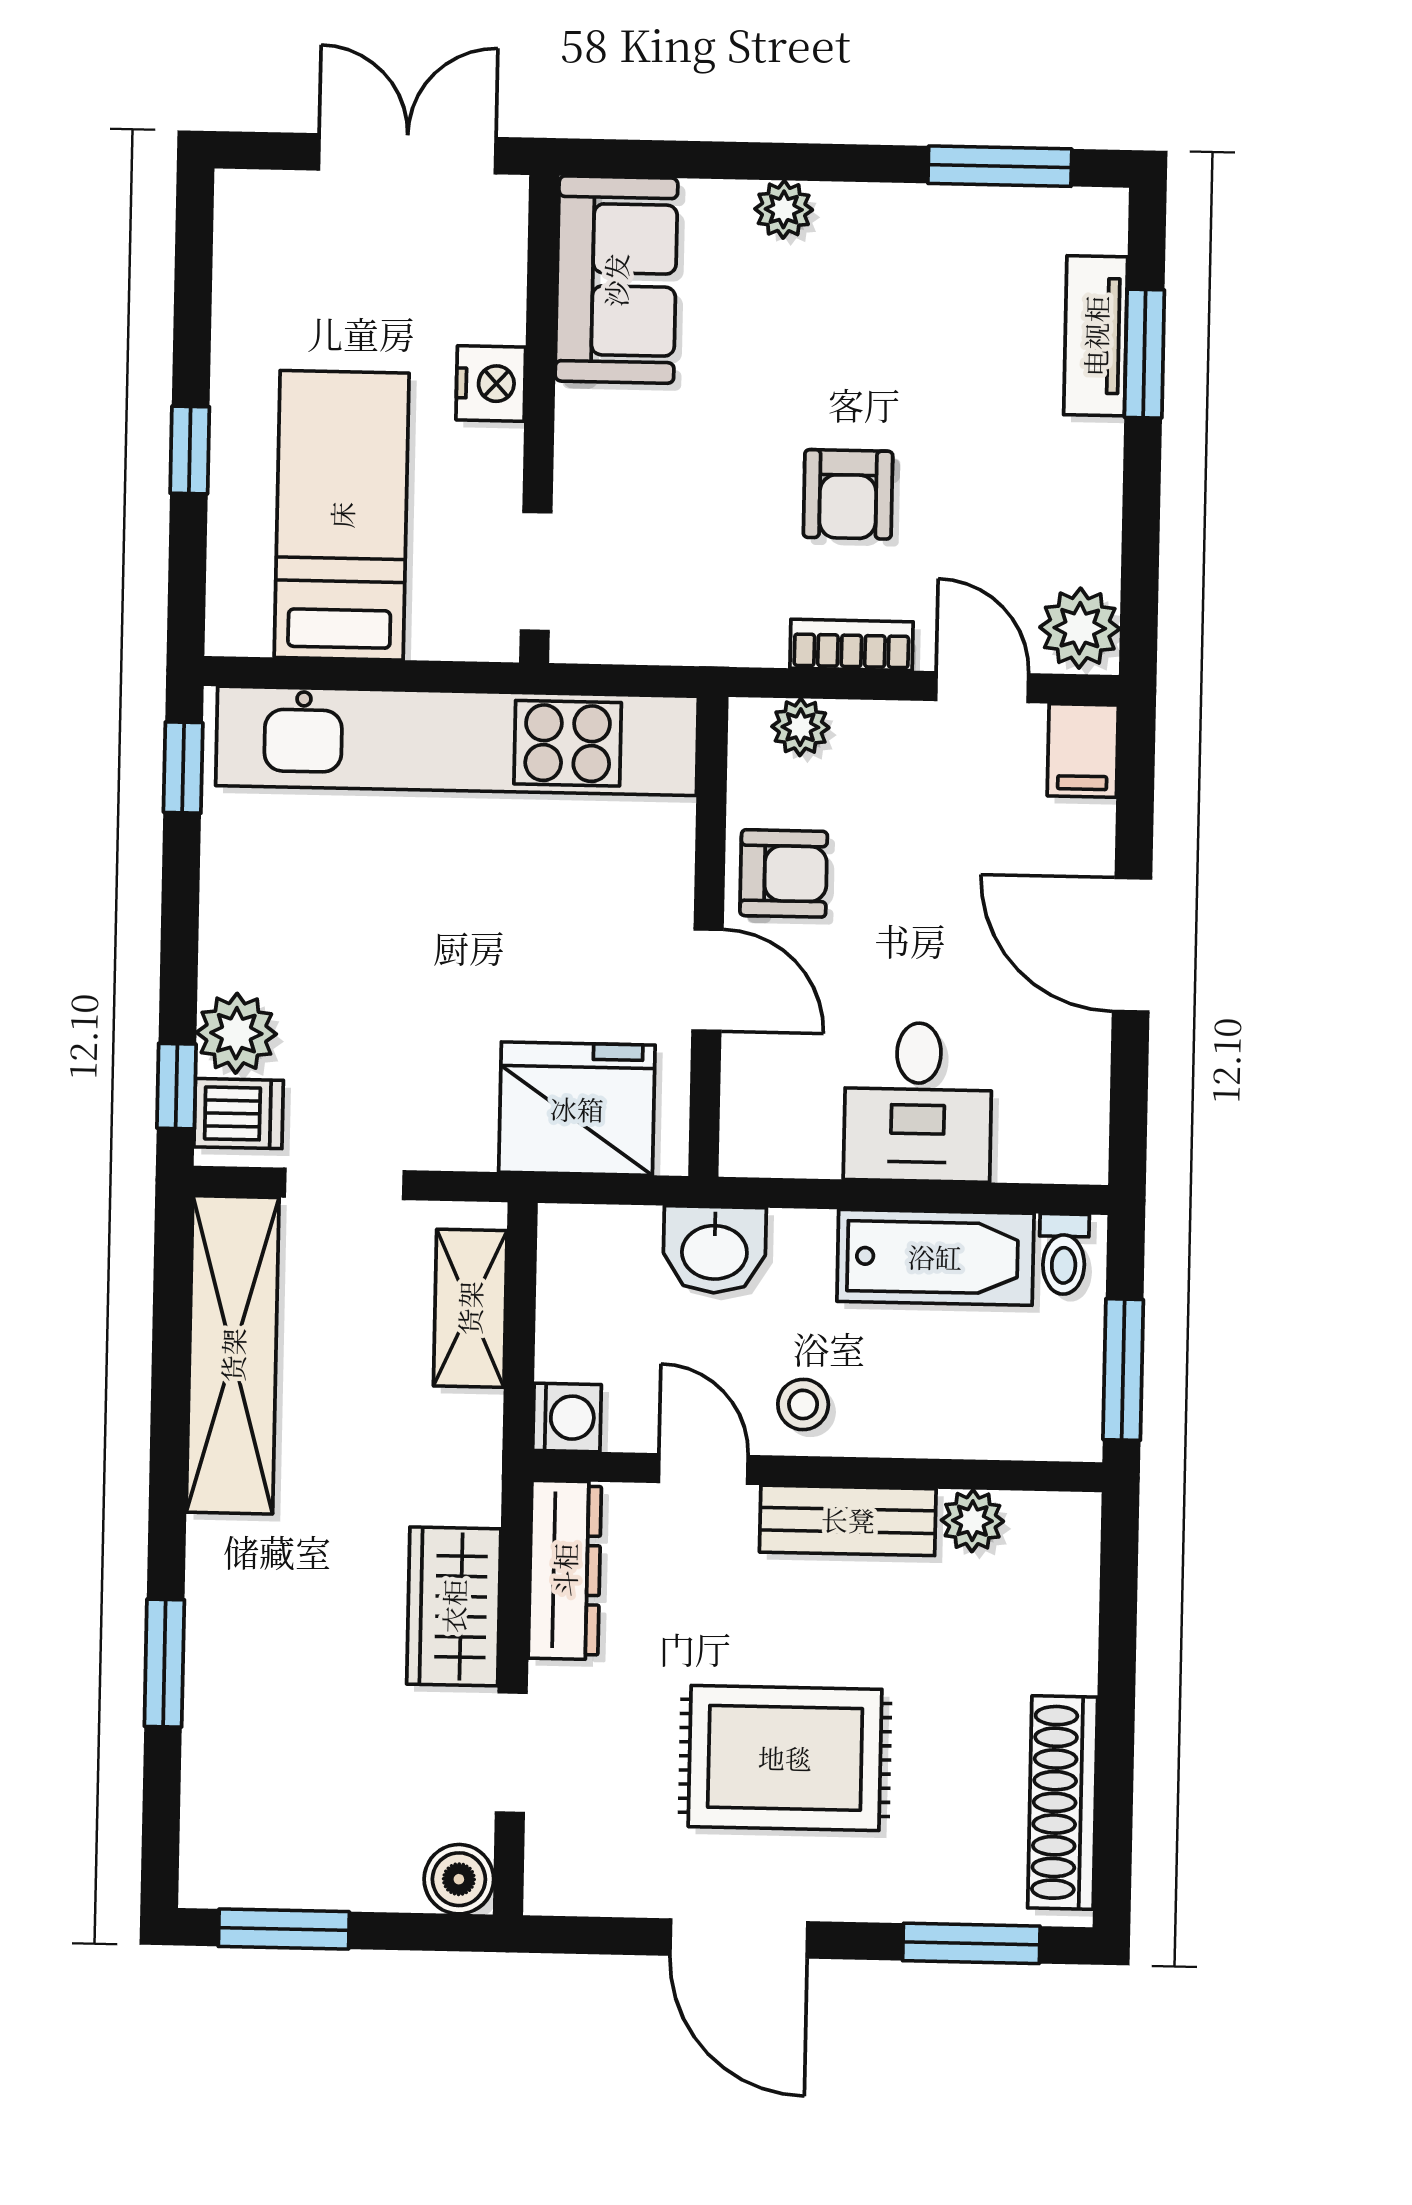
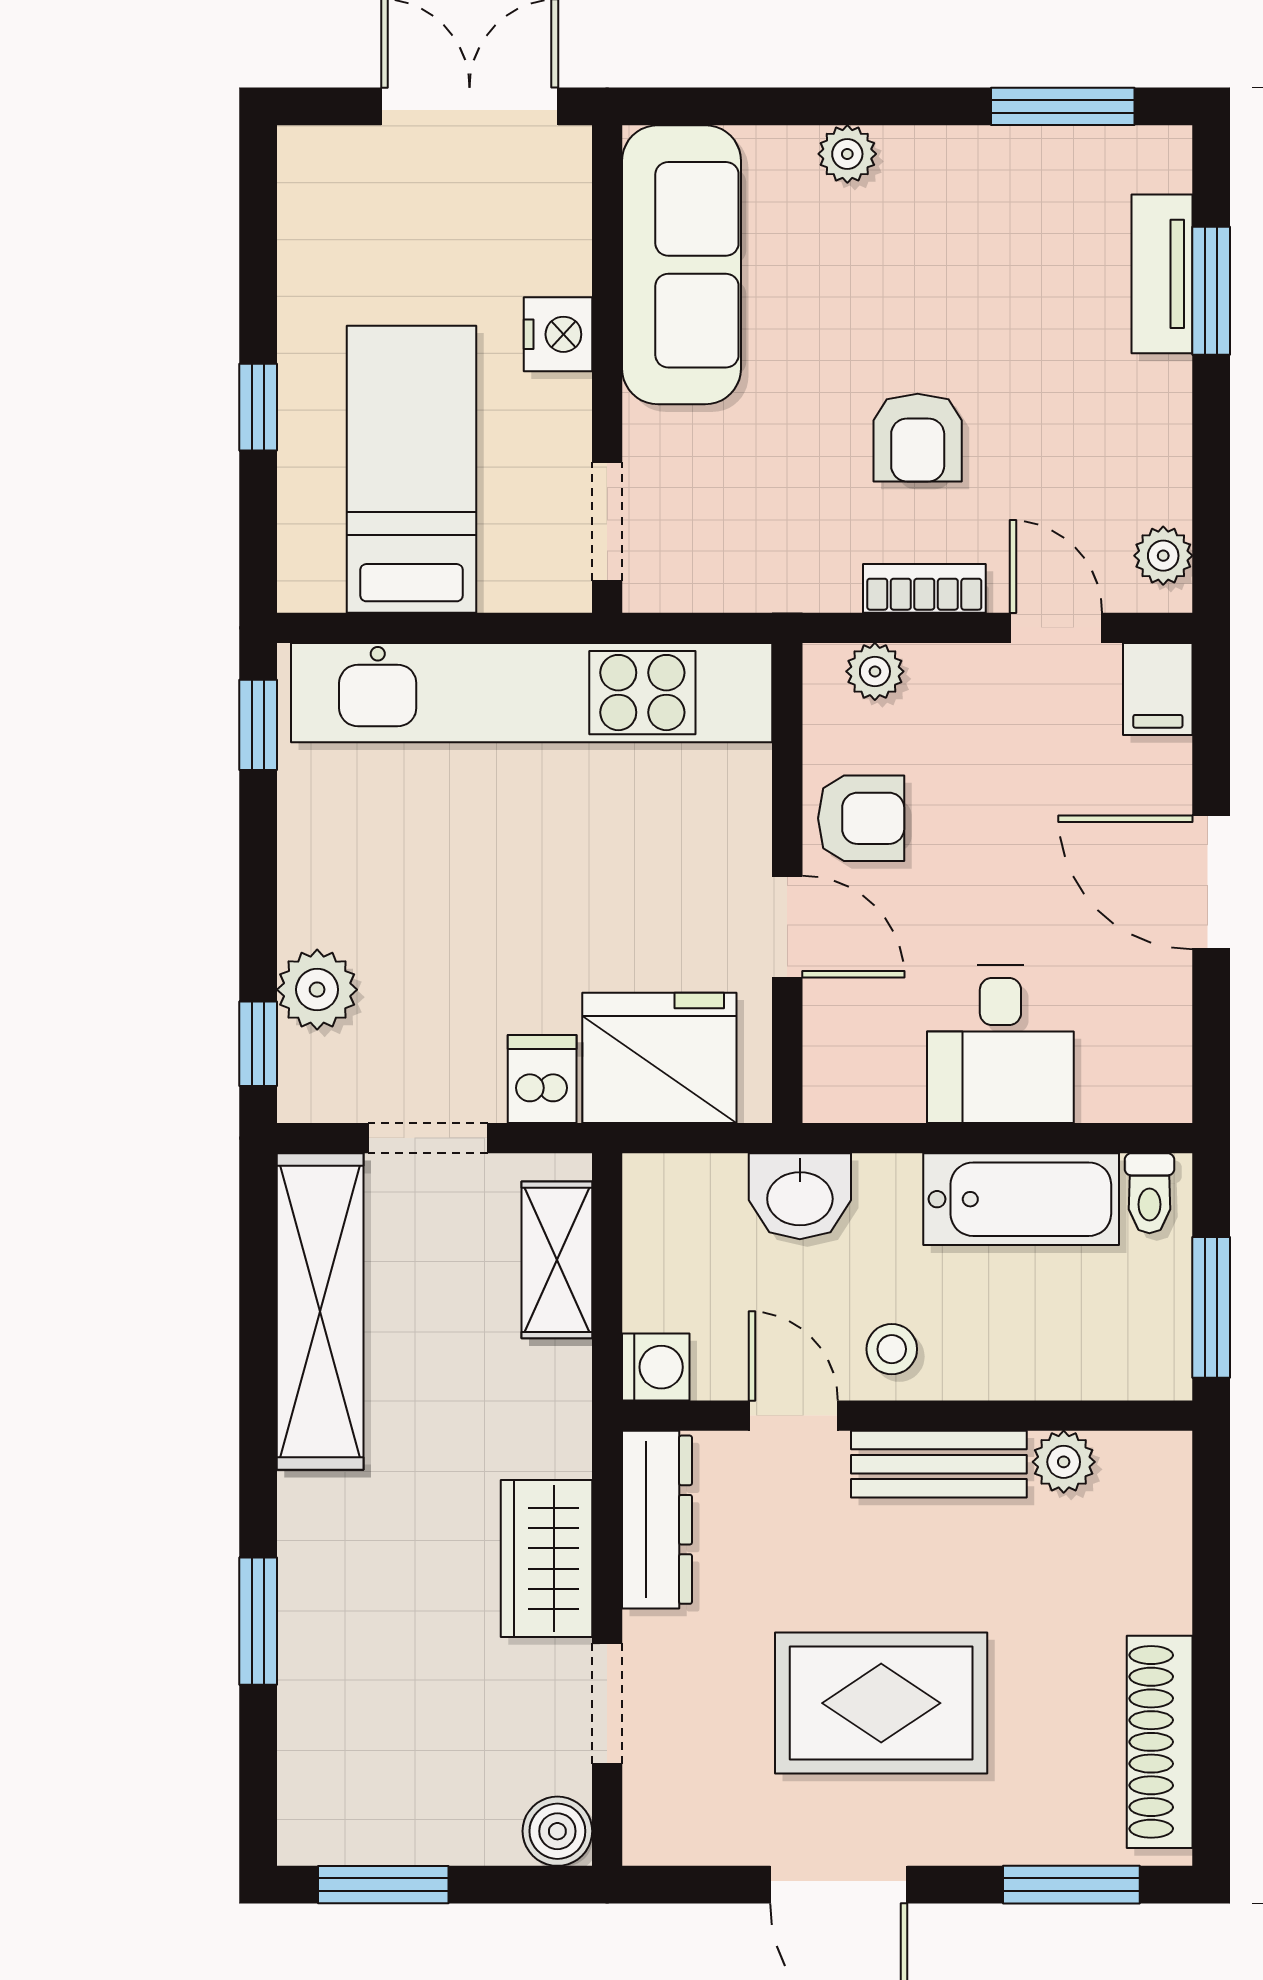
sofa: (616, 280) -> (682, 265), width x1.36
plant: (1080, 628) -> (1163, 556), width x0.73, depth x0.73
dishwasher: (239, 1114) -> (542, 1079), moved, turned -90

